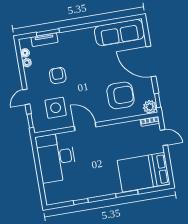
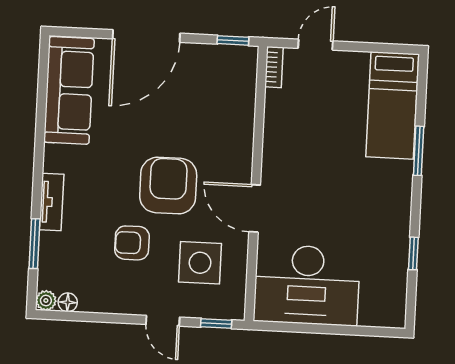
tv unit: (44, 40) -> (52, 202), moved
plant: (27, 63) -> (46, 301), moved
armchair: (120, 95) -> (168, 185), moved
plant: (150, 107) -> (243, 60), removed
door: (85, 127) -> (255, 208), hinge flipped
bed: (144, 172) -> (392, 105), width x0.67

